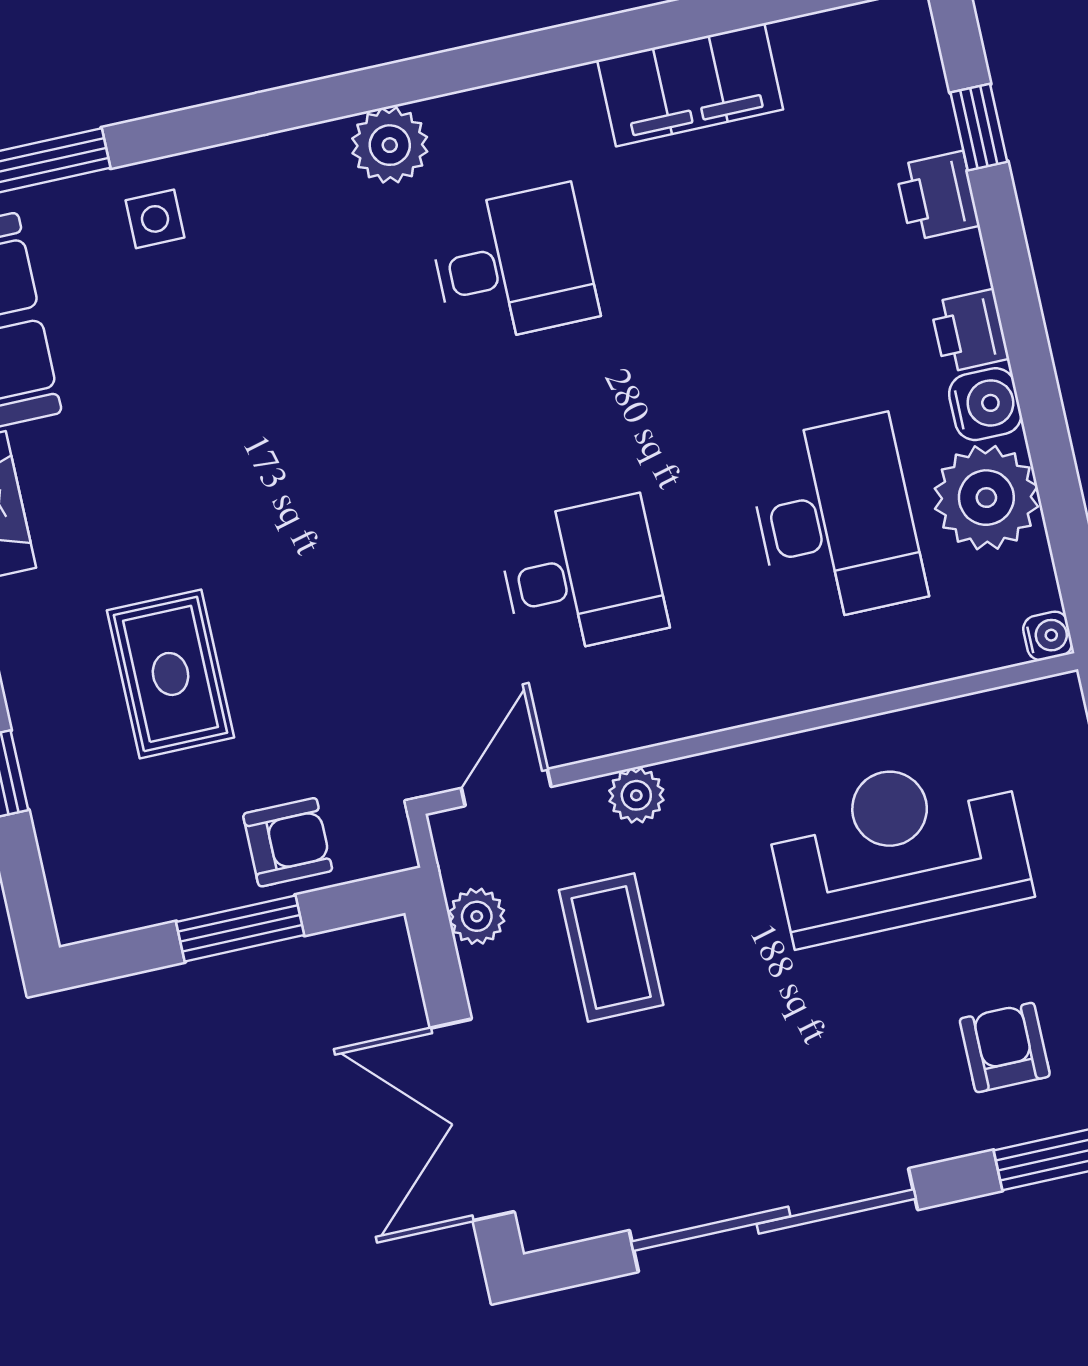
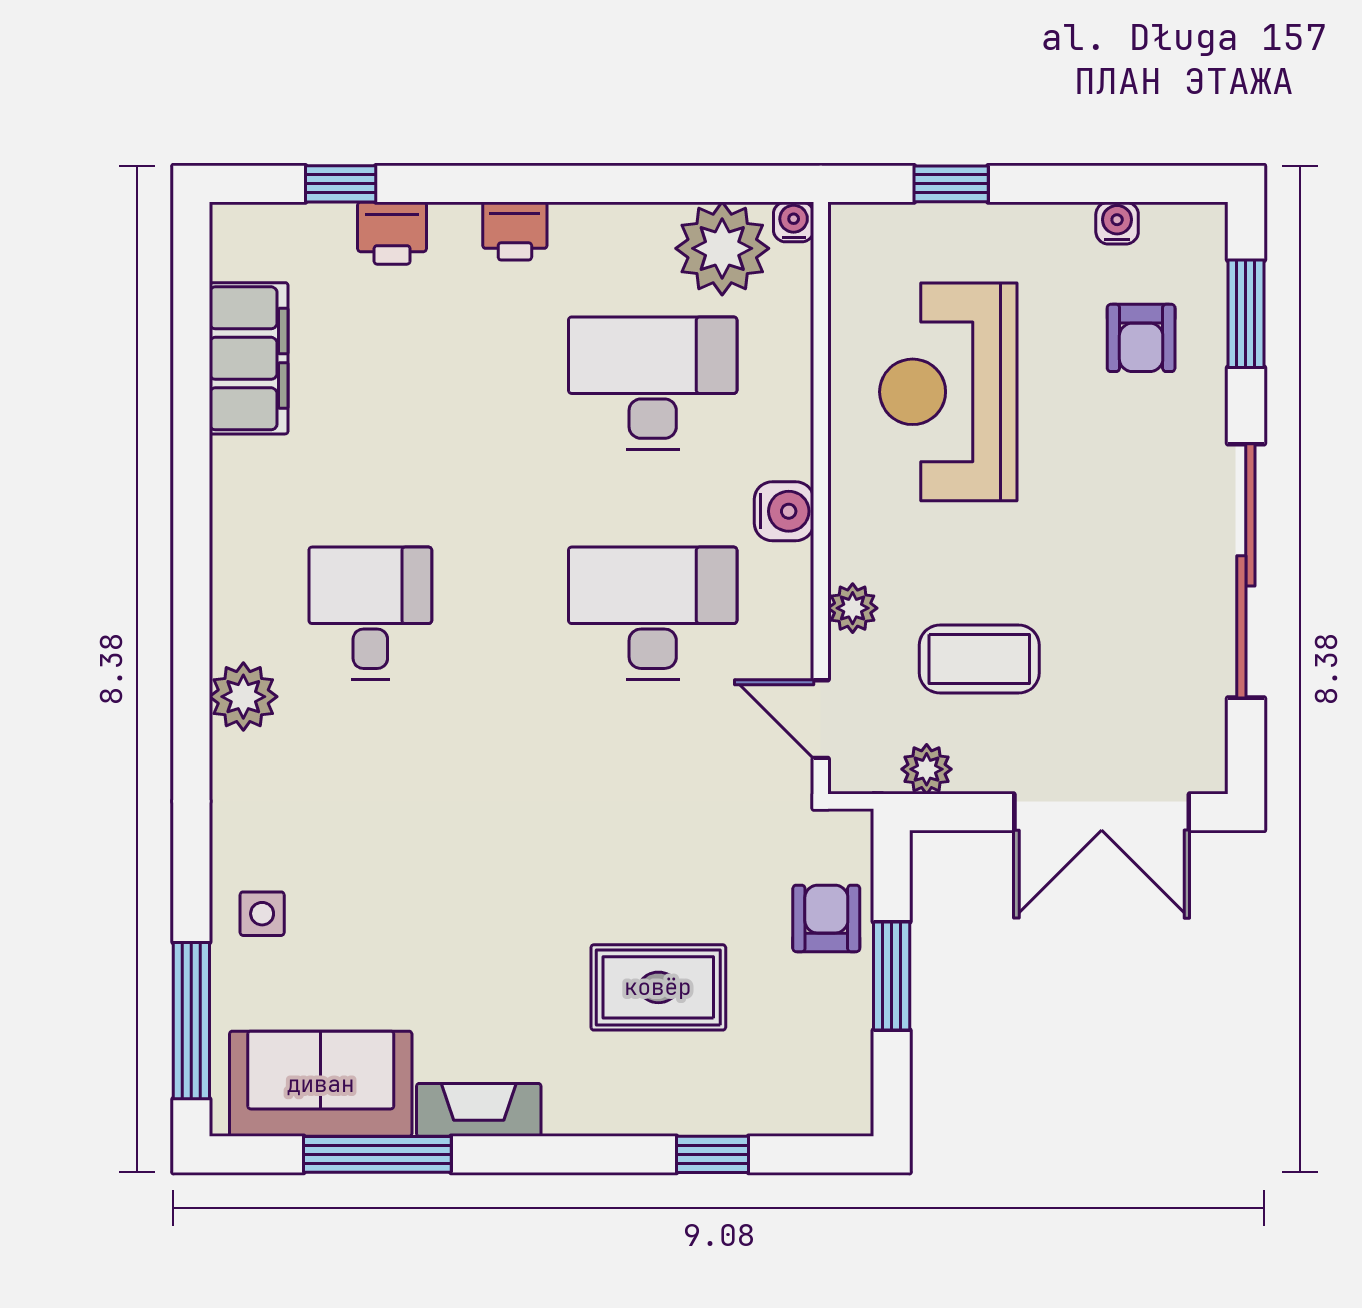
filing cabinet: (690, 85) -> (249, 358), moved
water cooler: (985, 404) -> (784, 511), moved, turned 90
plant: (986, 498) -> (722, 248), moved
desk: (582, 576) -> (653, 613), width x1.37
armchair: (1005, 1047) -> (1141, 338), turned -90

